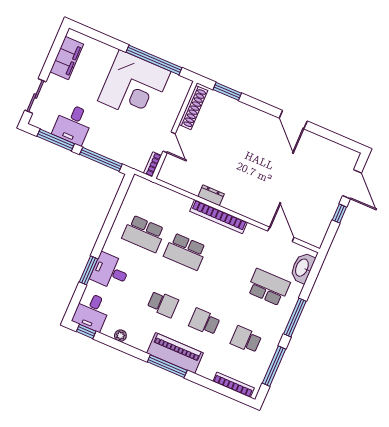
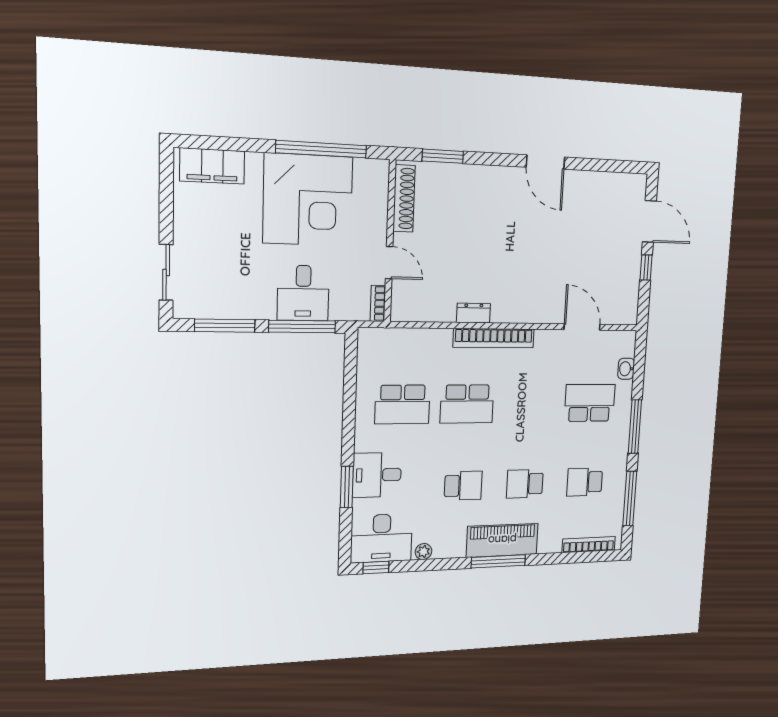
filing cabinet: (67, 58) -> (212, 166), moved, turned 90
desk: (73, 124) -> (303, 293), moved
washbasin: (302, 268) -> (626, 369), width x0.52, depth x0.69
desk: (92, 312) -> (381, 538), width x1.37

